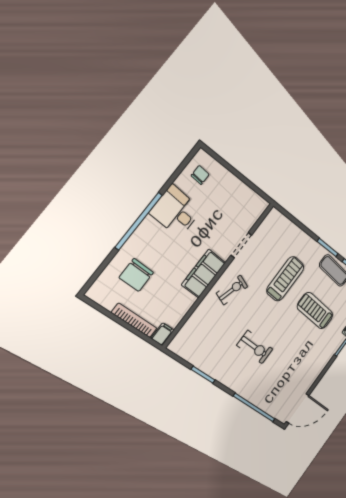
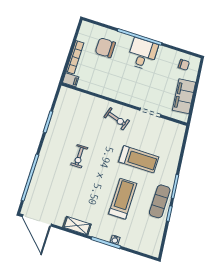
desk: (176, 211) -> (143, 54), moved
filing cabinet: (204, 274) -> (184, 96), moved, turned -96
exercise bike: (255, 347) -> (79, 156), width x0.73, depth x0.72
shelving: (319, 367) -> (77, 226), added

